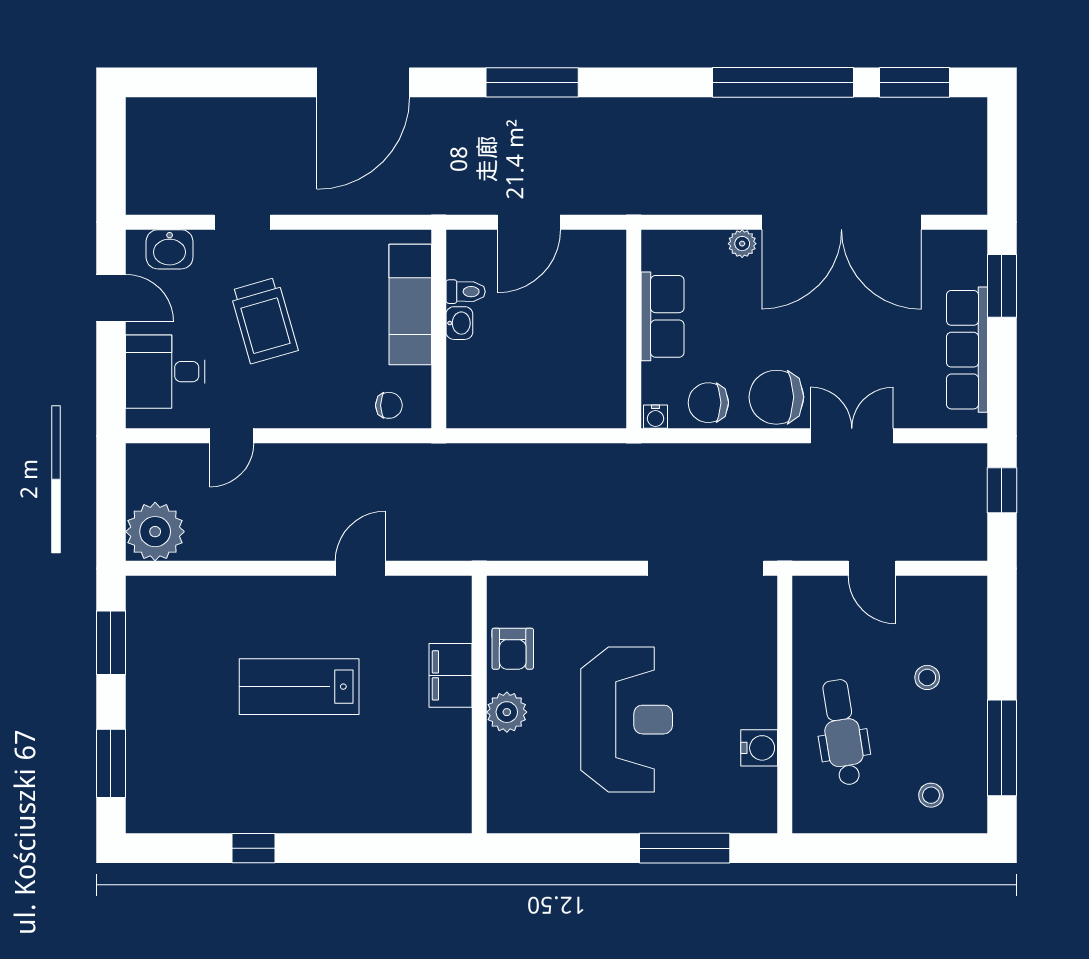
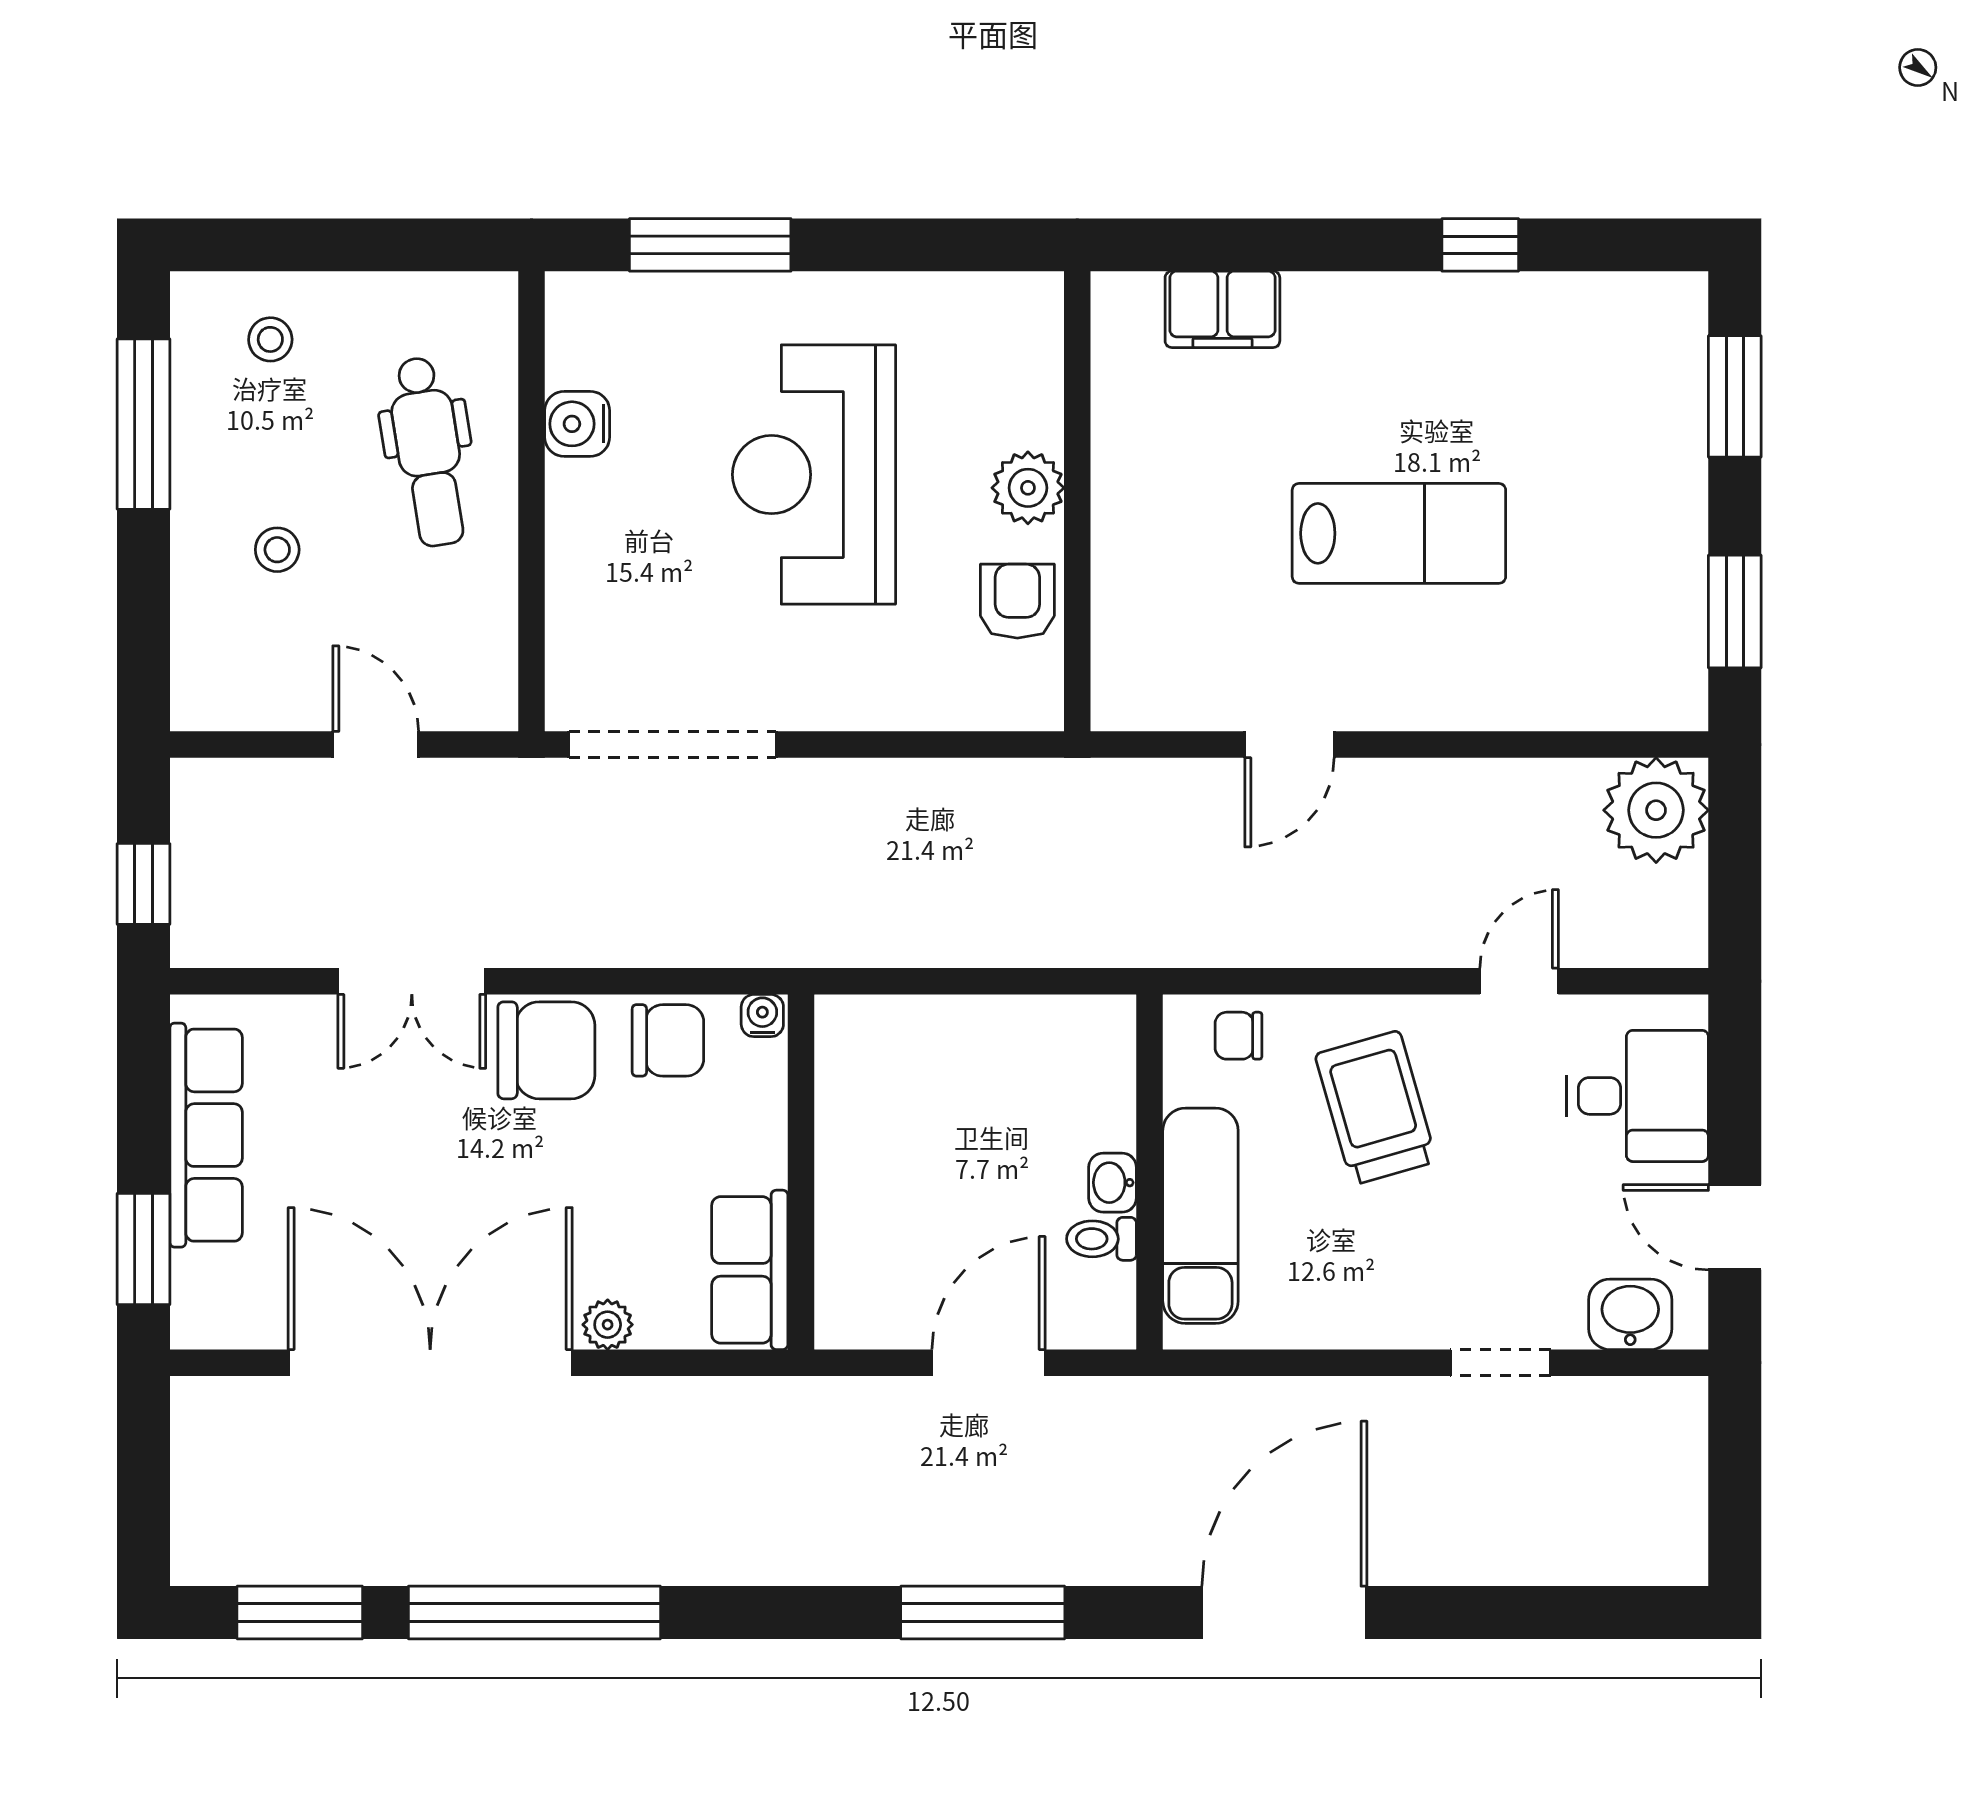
row of seats: (662, 316) -> (750, 1270), moved
trolley: (264, 321) -> (1376, 1108), moved
filing cabinet: (450, 675) -> (1222, 309), moved, turned 90

